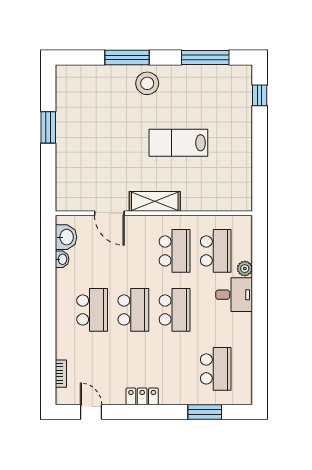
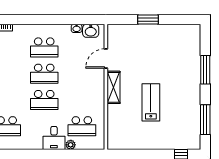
stool: (147, 83) -> (189, 83), removed
window: (48, 127) -> (148, 19), moved
school desk: (175, 251) -> (82, 100), removed

